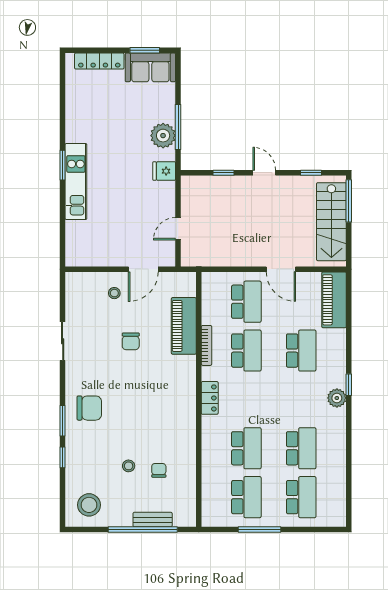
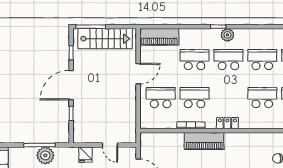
fridge: (164, 171) -> (85, 155), moved
door: (264, 173) -> (71, 85), width x1.88
piano: (184, 326) -> (204, 141), moved
school desk: (301, 399) -> (228, 60), added

